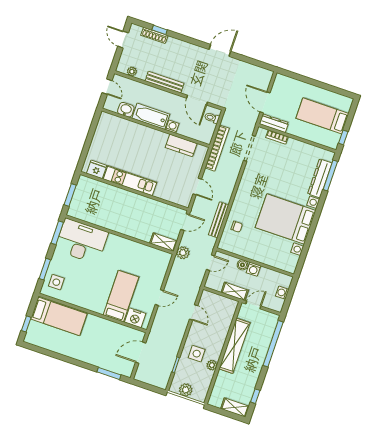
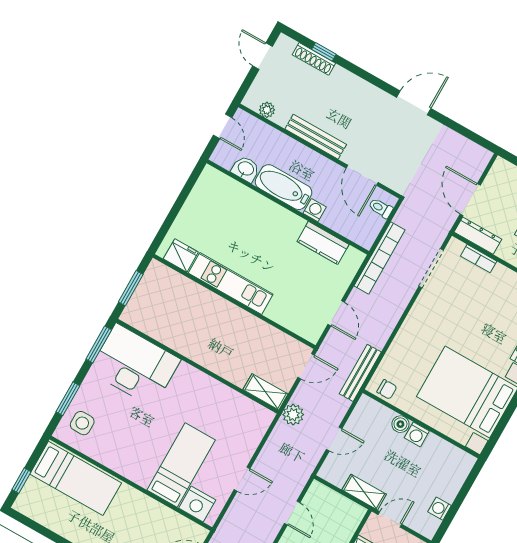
wall: (255, 262) -> (421, 424), moved
boiler: (242, 265) -> (400, 424), moved
washing machine: (254, 269) -> (417, 434), moved

